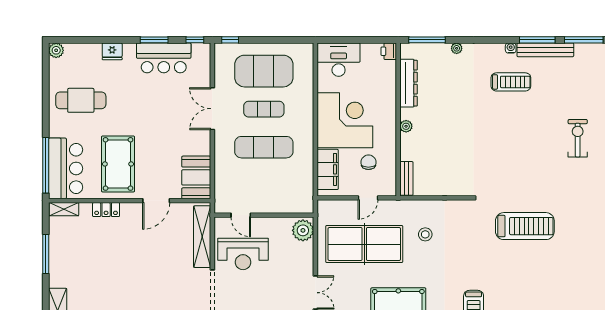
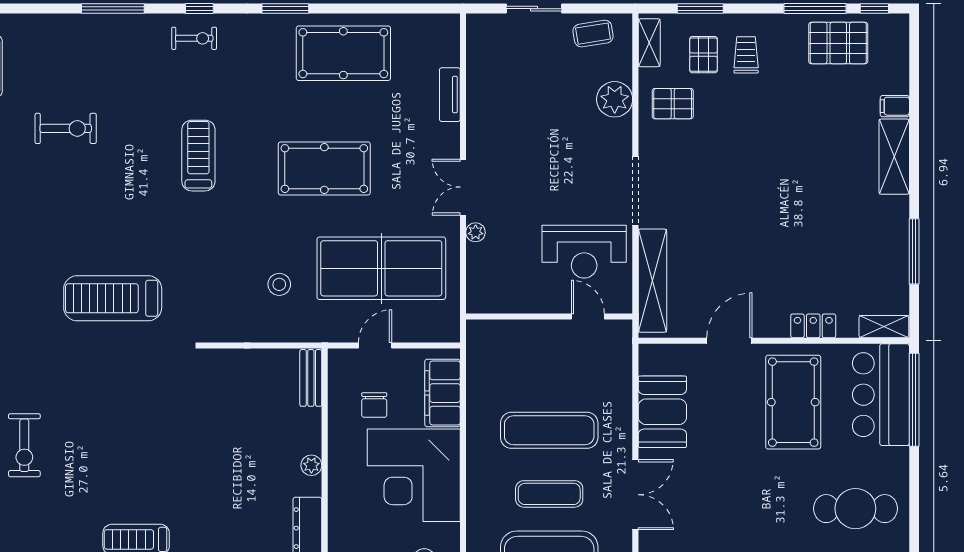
booth: (196, 177) -> (662, 412), moved
plant: (303, 230) -> (476, 232), moved, width x0.53, depth x0.53
reception desk: (243, 254) -> (584, 252), turned 180

